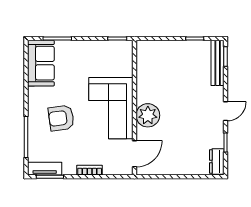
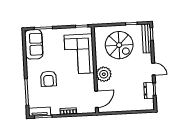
spiral stairs: (174, 71) -> (119, 45), added
corner sofa: (111, 108) -> (79, 54), moved
door: (226, 111) -> (153, 69), hinge flipped
armchair: (61, 118) -> (48, 79), turned -82
dresser: (217, 162) -> (149, 91), moved

